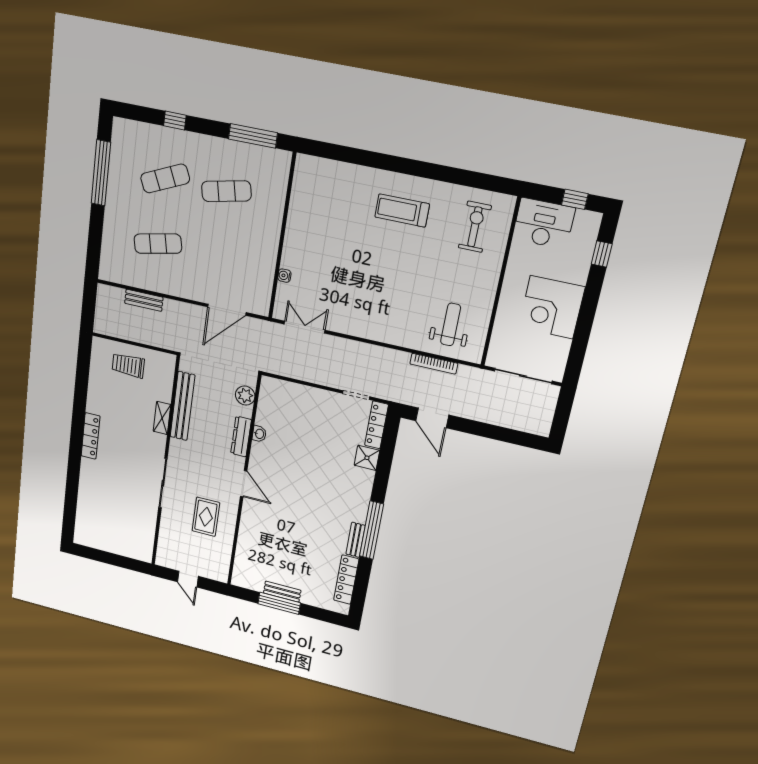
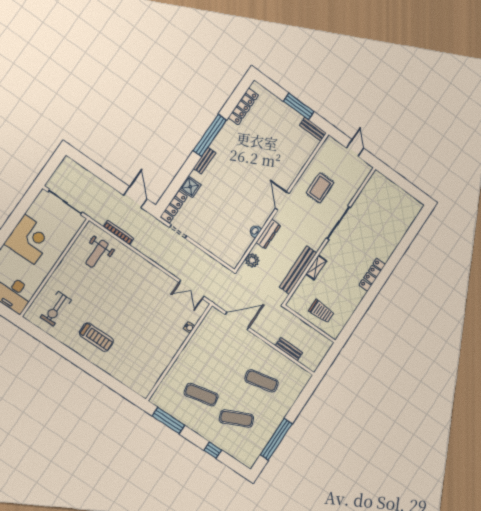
bench: (356, 540) -> (205, 161), moved
bench: (282, 592) -> (313, 129), moved

